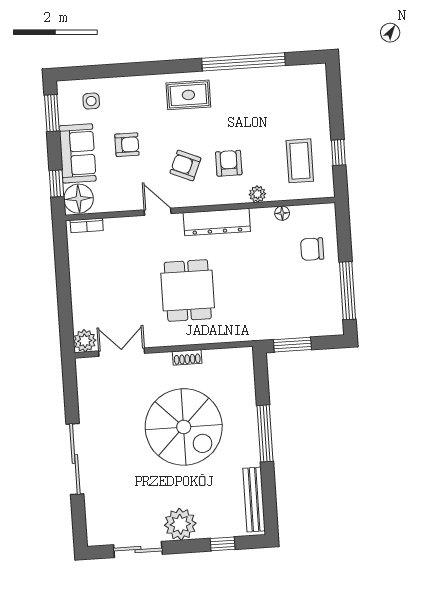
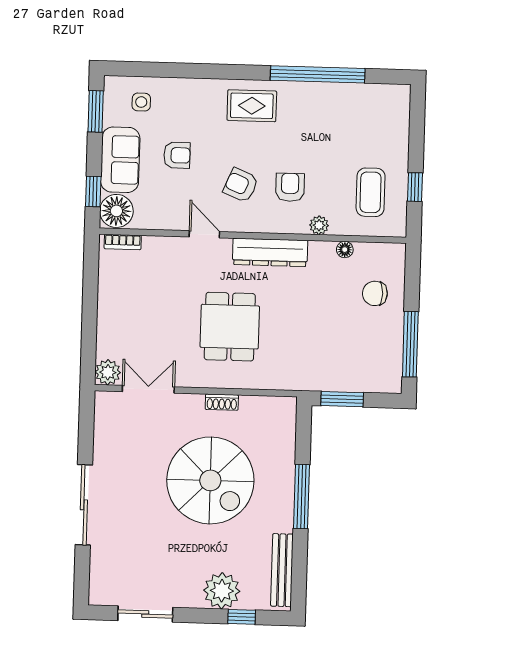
plant: (180, 524) -> (222, 591), moved

